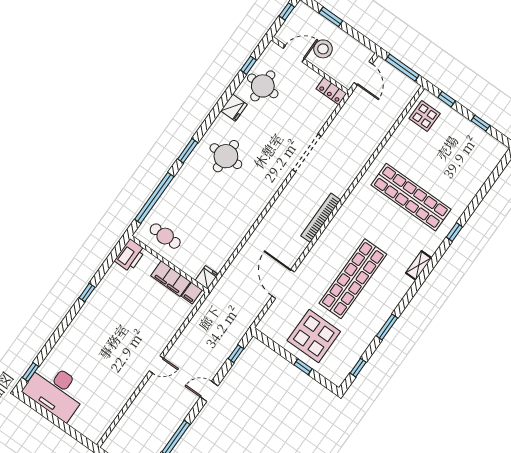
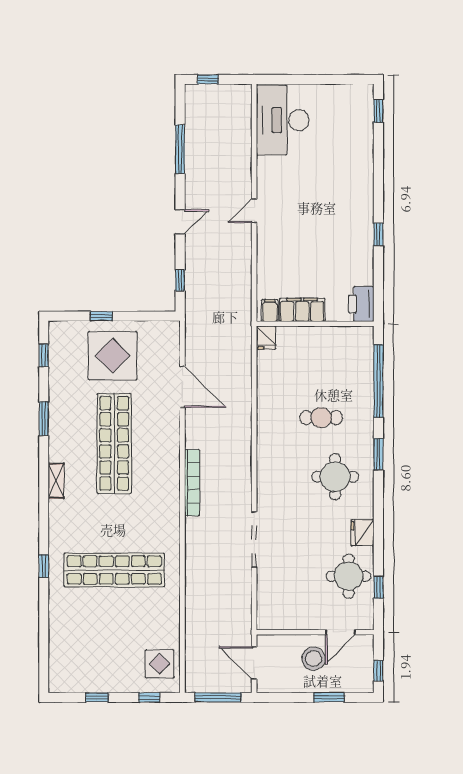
locker: (331, 91) -> (274, 621), removed
cafe table: (165, 236) -> (321, 418), moved
shelving: (419, 265) -> (56, 481), moved
desk: (56, 391) -> (283, 120), moved, turned -90

